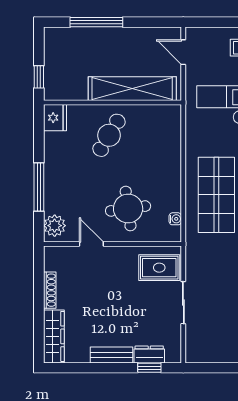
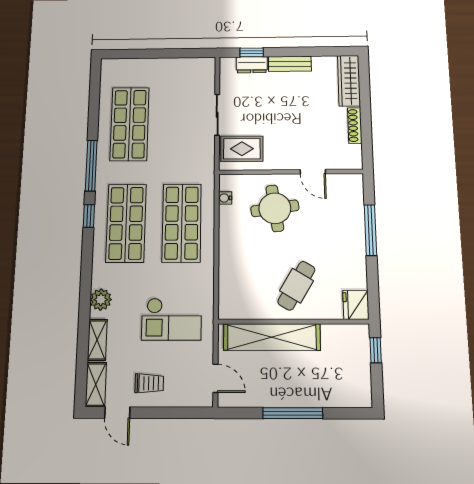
window: (96, 22) -> (293, 413), moved
plant: (55, 226) -> (352, 190), removed

